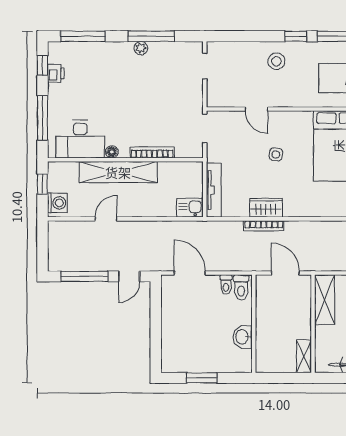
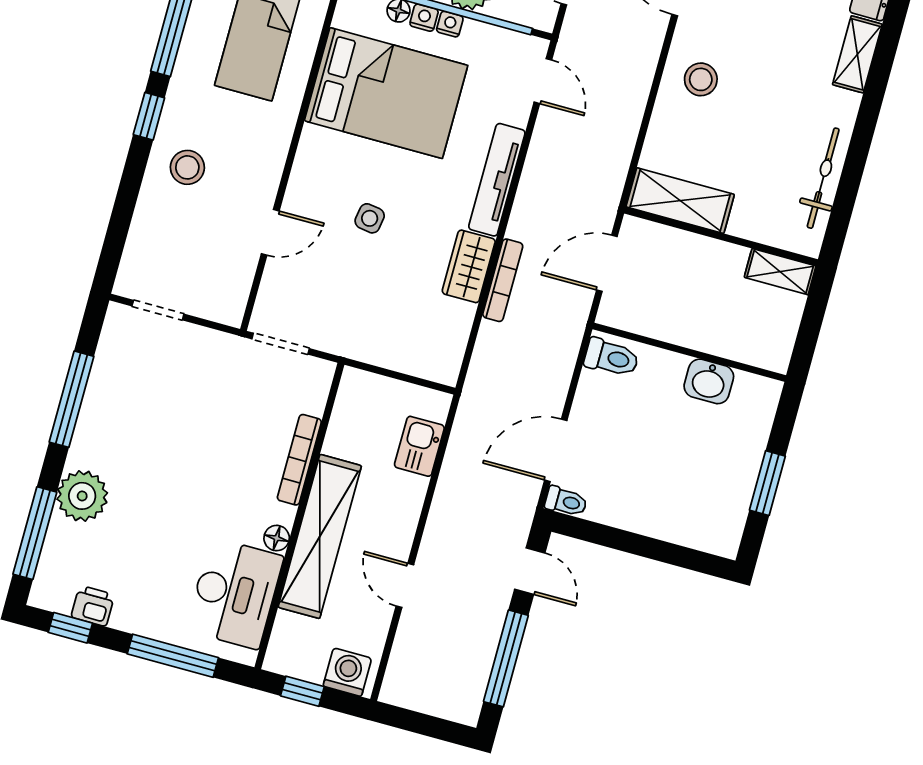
plant: (141, 48) -> (82, 496), moved, width x1.88, depth x1.88
tv unit: (214, 190) -> (497, 180), moved, turned -90
kitchen sink: (190, 208) -> (419, 446), moved
toilet: (226, 285) -> (566, 502), moved

